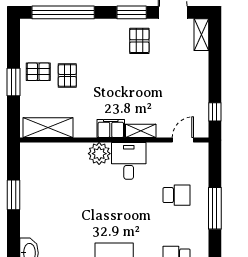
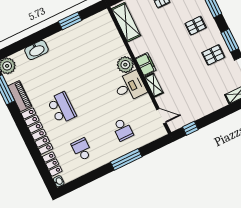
pallet: (67, 76) -> (196, 26), moved

